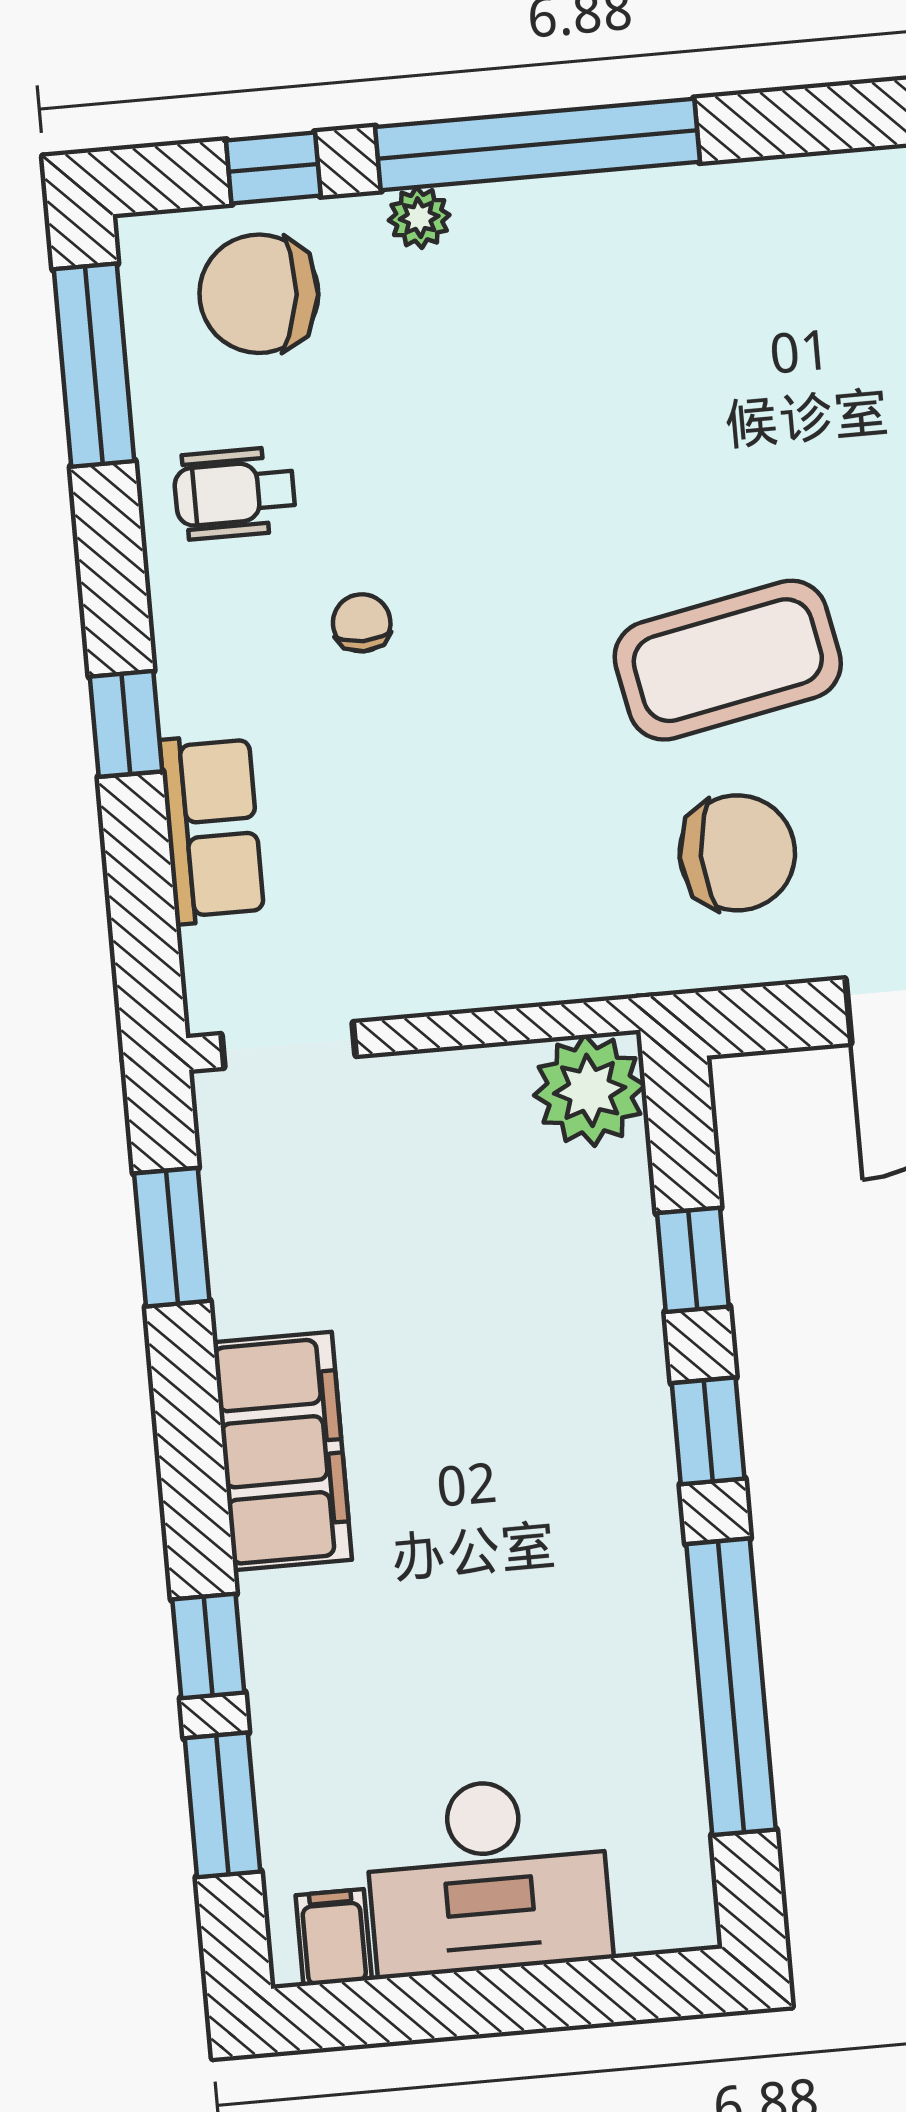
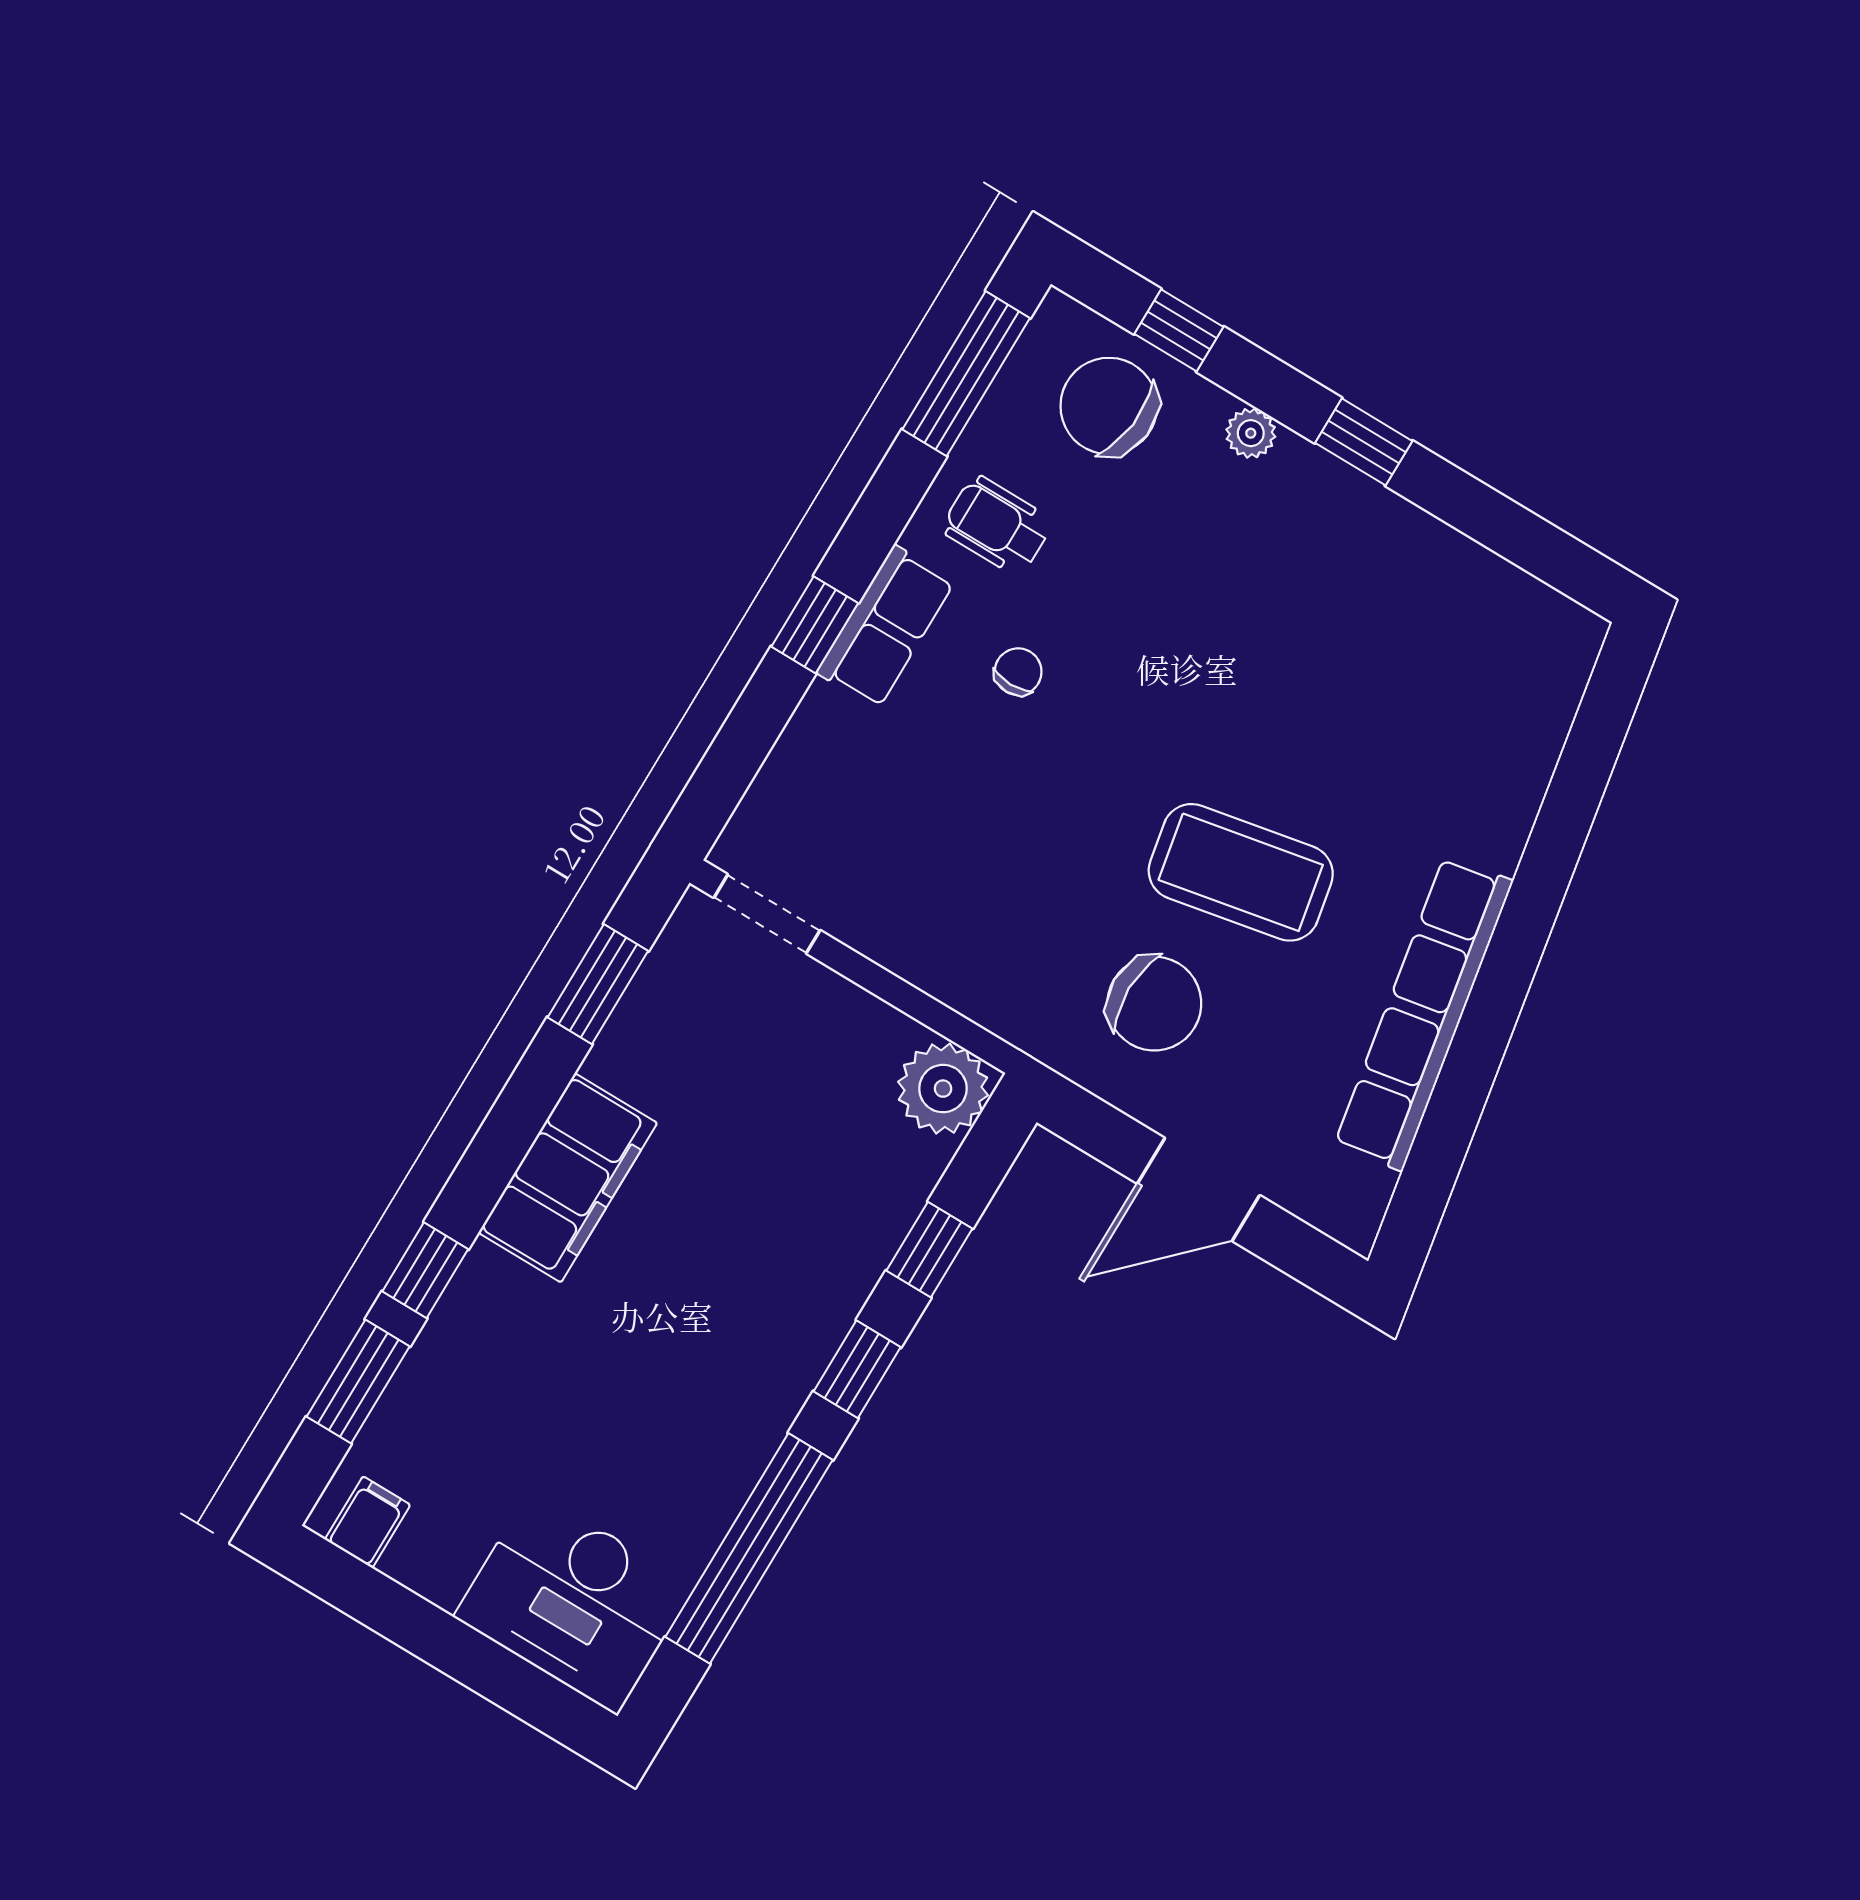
window: (537, 144) -> (1364, 442), width x0.32
row of seats: (212, 829) -> (886, 627), moved
desk: (488, 1876) -> (574, 1602), moved

